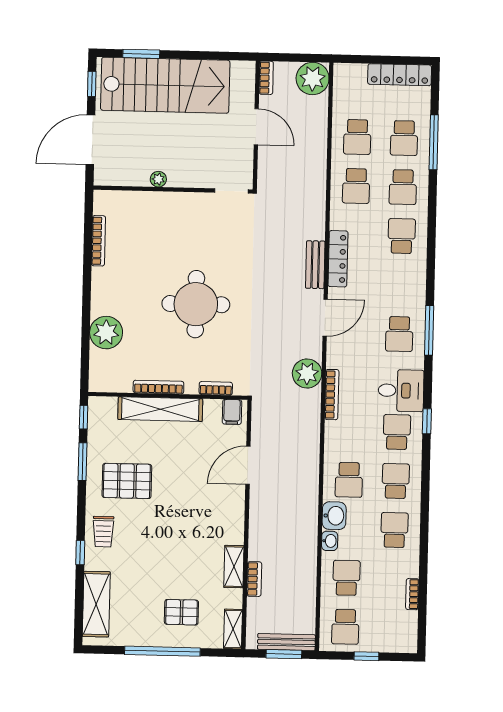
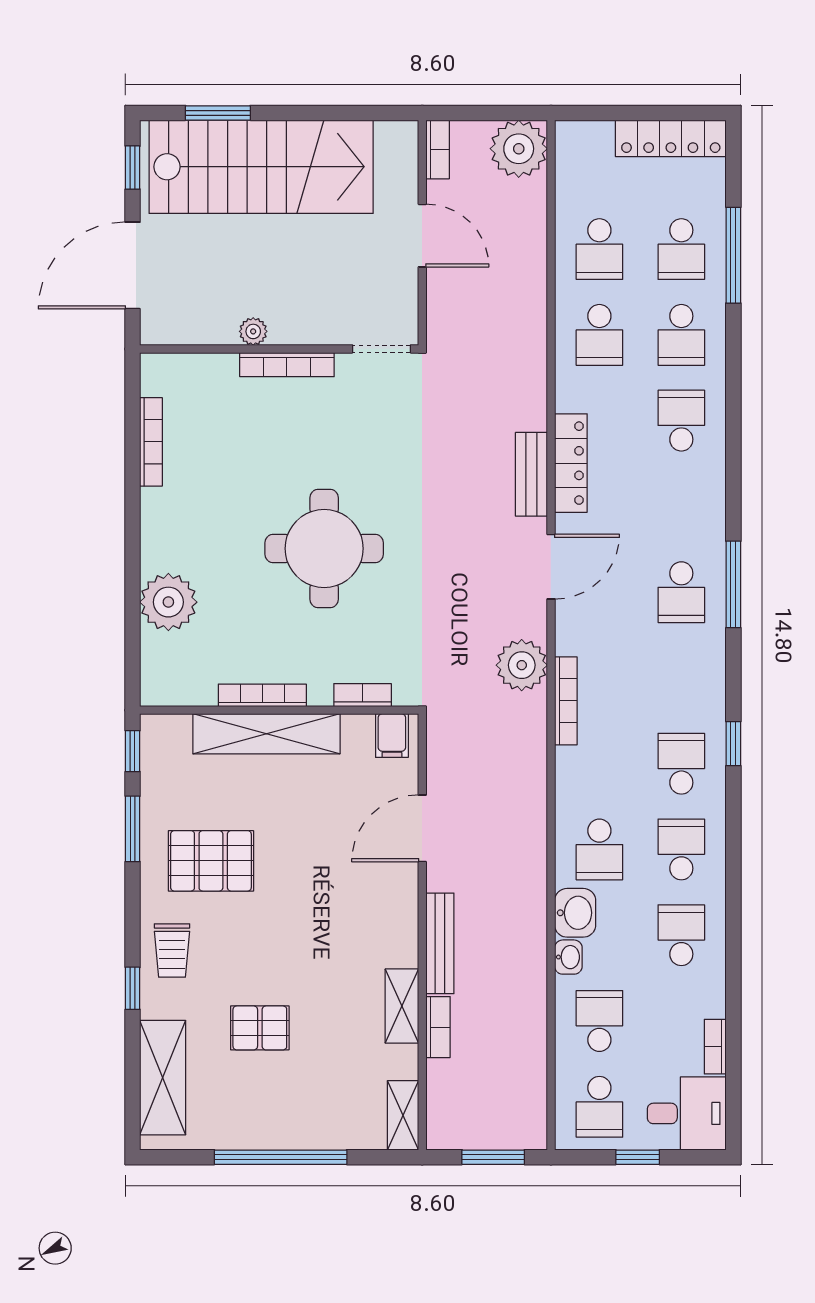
bookcase: (177, 199) -> (287, 365), added
desk: (401, 391) -> (687, 1113), moved
pallet: (181, 612) -> (260, 1028), moved
bench: (286, 642) -> (440, 943), moved, turned 90

